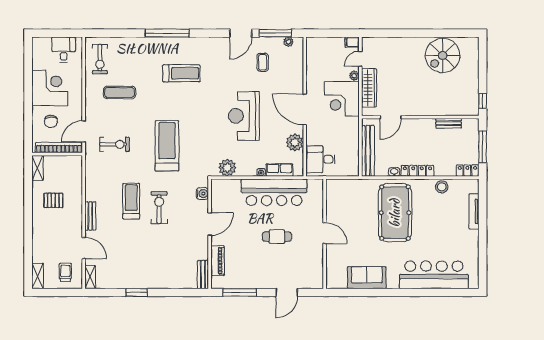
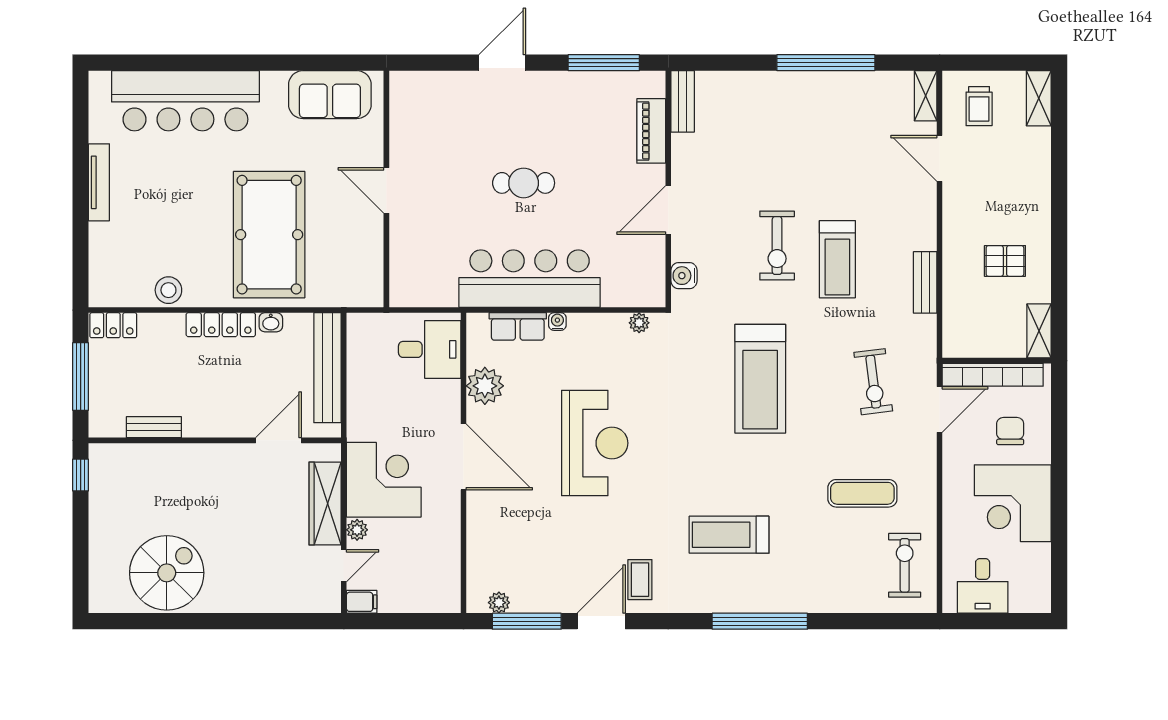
coffee table: (263, 62) -> (640, 580), moved
exercise bike: (114, 144) -> (873, 382), turned -97
plant: (227, 168) -> (639, 323), width x0.53, depth x0.53
tv unit: (474, 211) -> (99, 182), moved
bench: (90, 216) -> (925, 282), moved
door: (325, 233) -> (386, 190), moved
wall: (325, 234) -> (386, 189), moved
window: (136, 292) -> (826, 63), width x2.11

